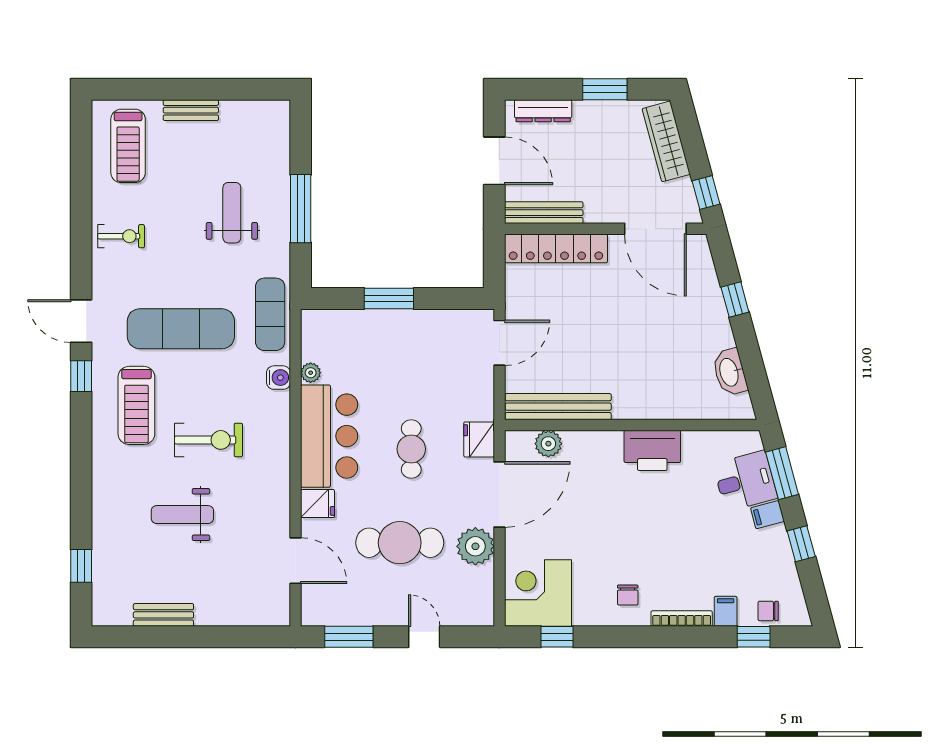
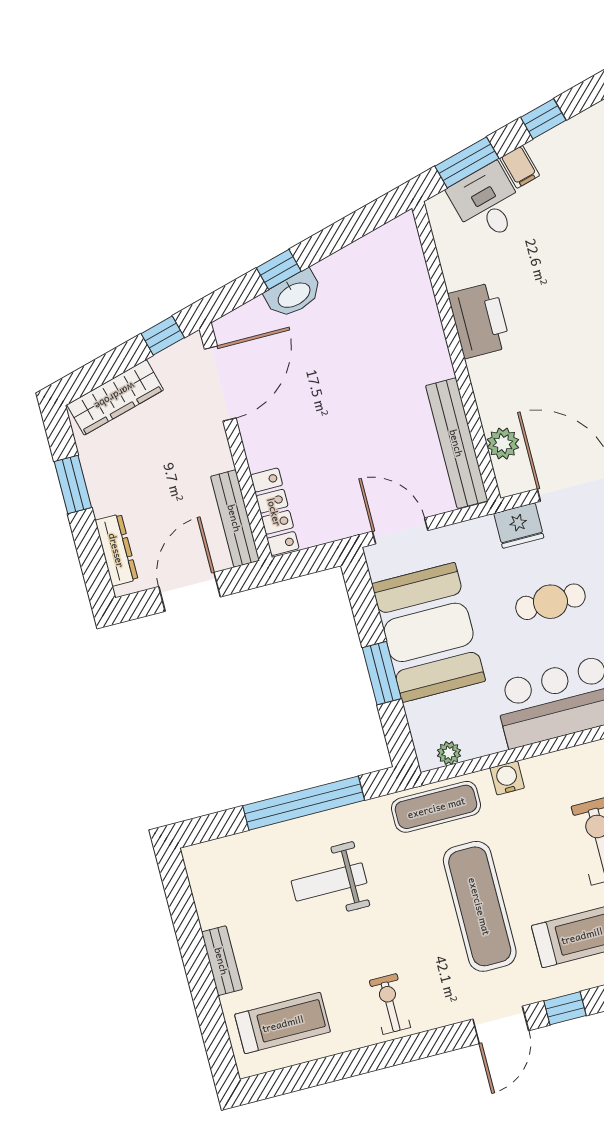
window: (301, 209) -> (304, 803), width x1.46
locker: (556, 248) -> (275, 512), width x0.71, depth x0.83
booth: (412, 345) -> (429, 632), added
washbasin: (730, 372) -> (294, 294), moved
plant: (311, 373) -> (449, 753), moved

